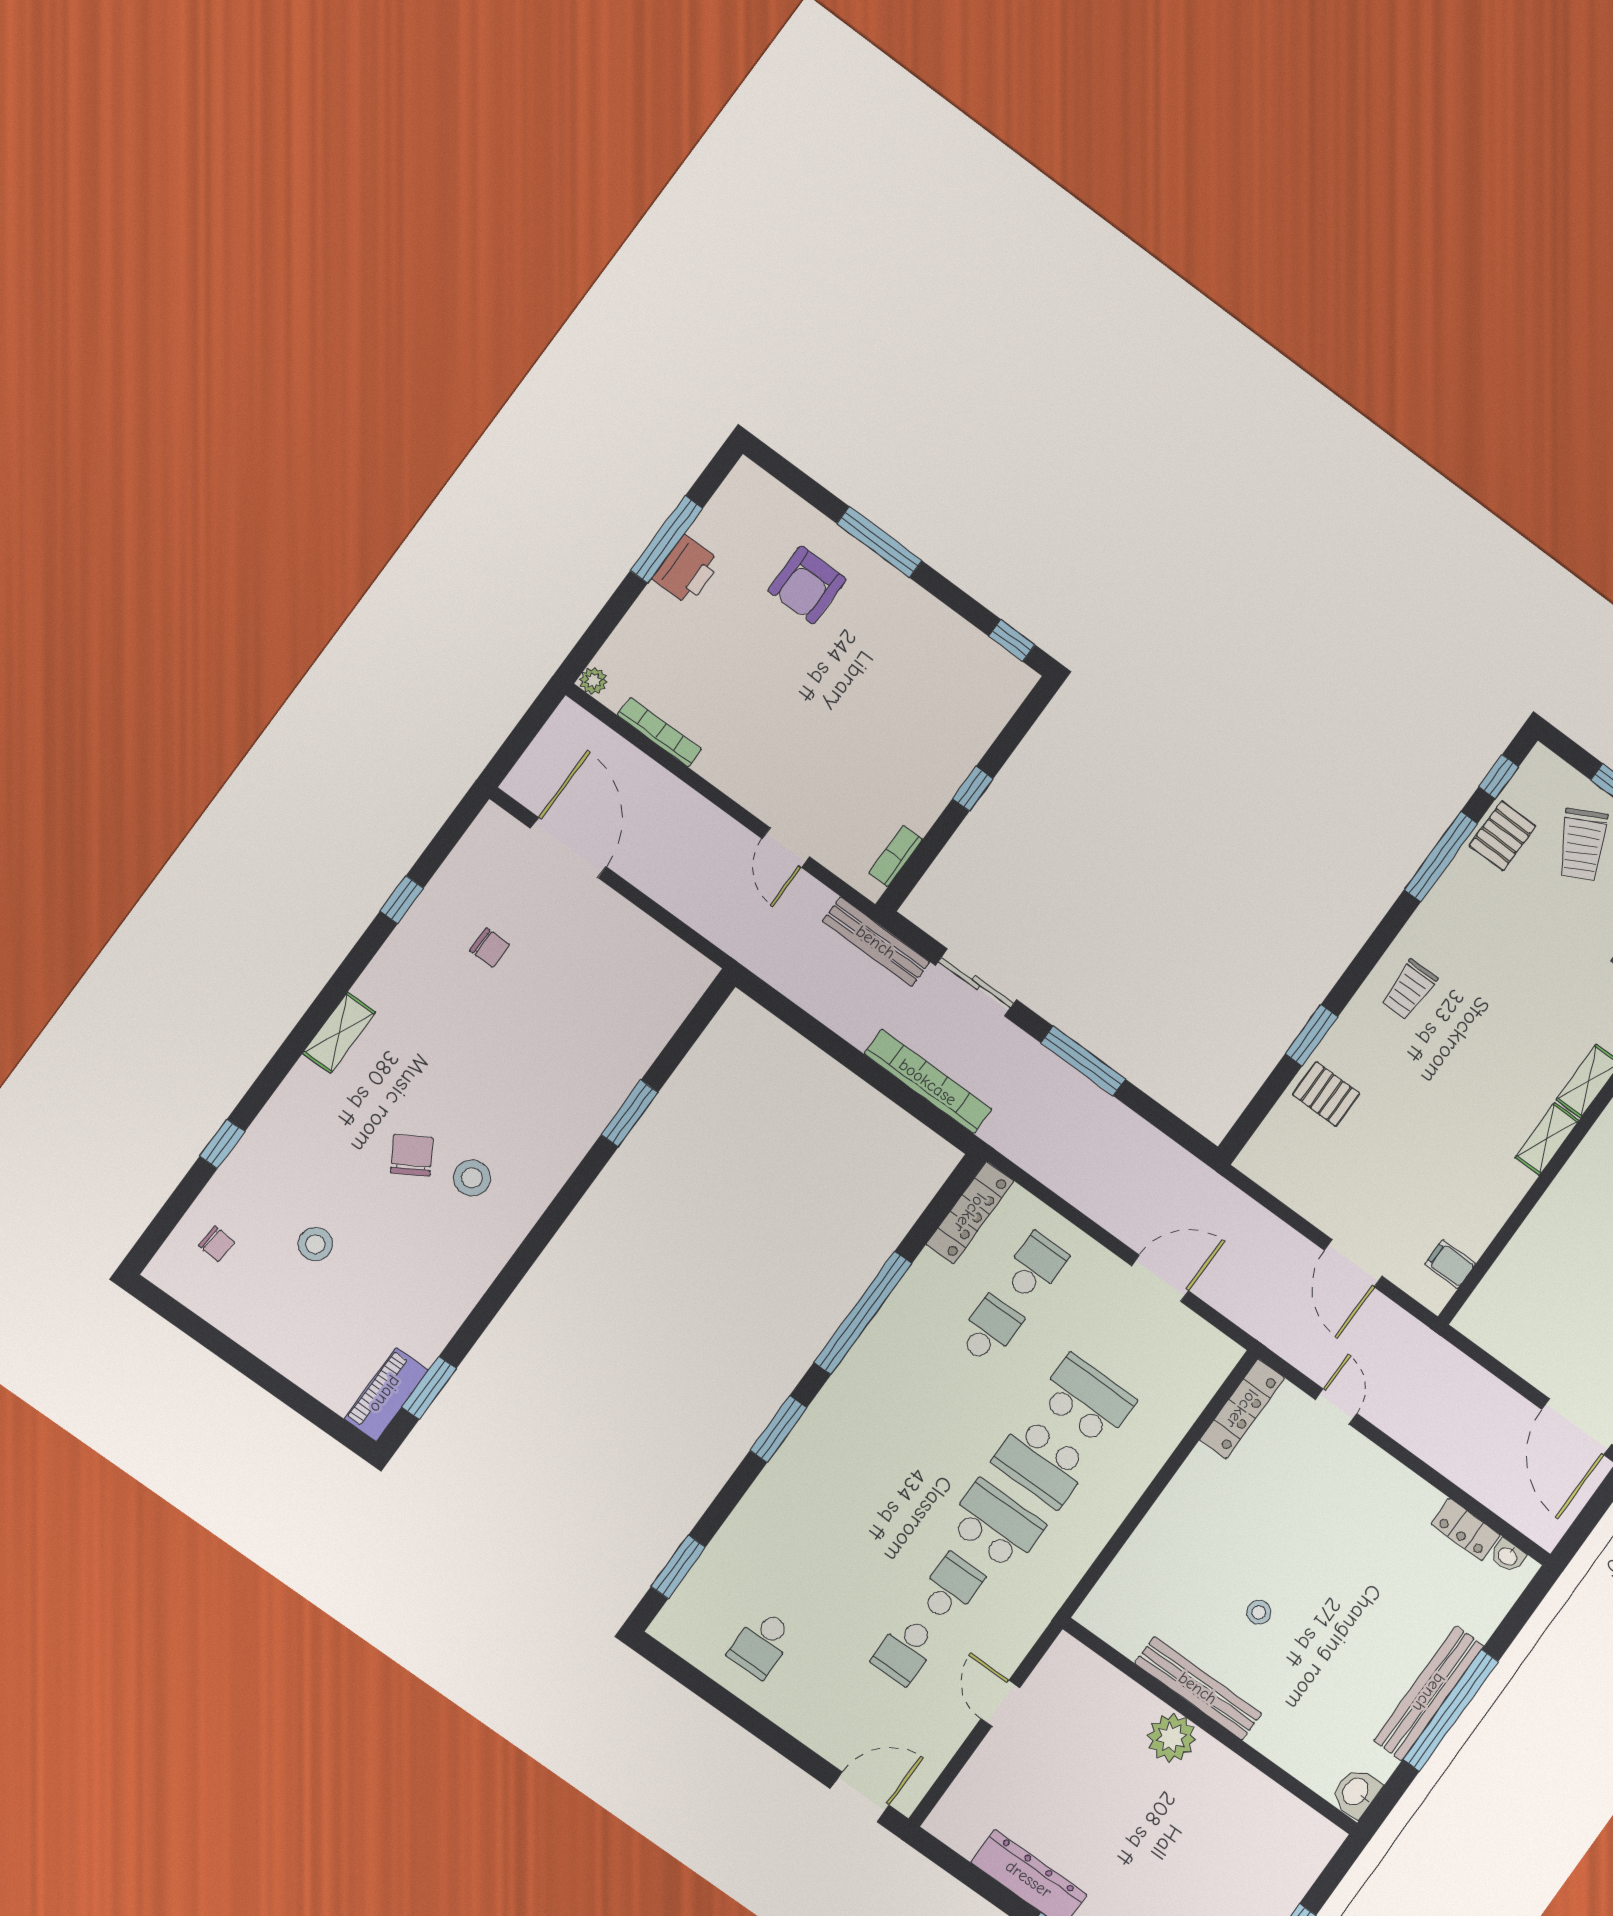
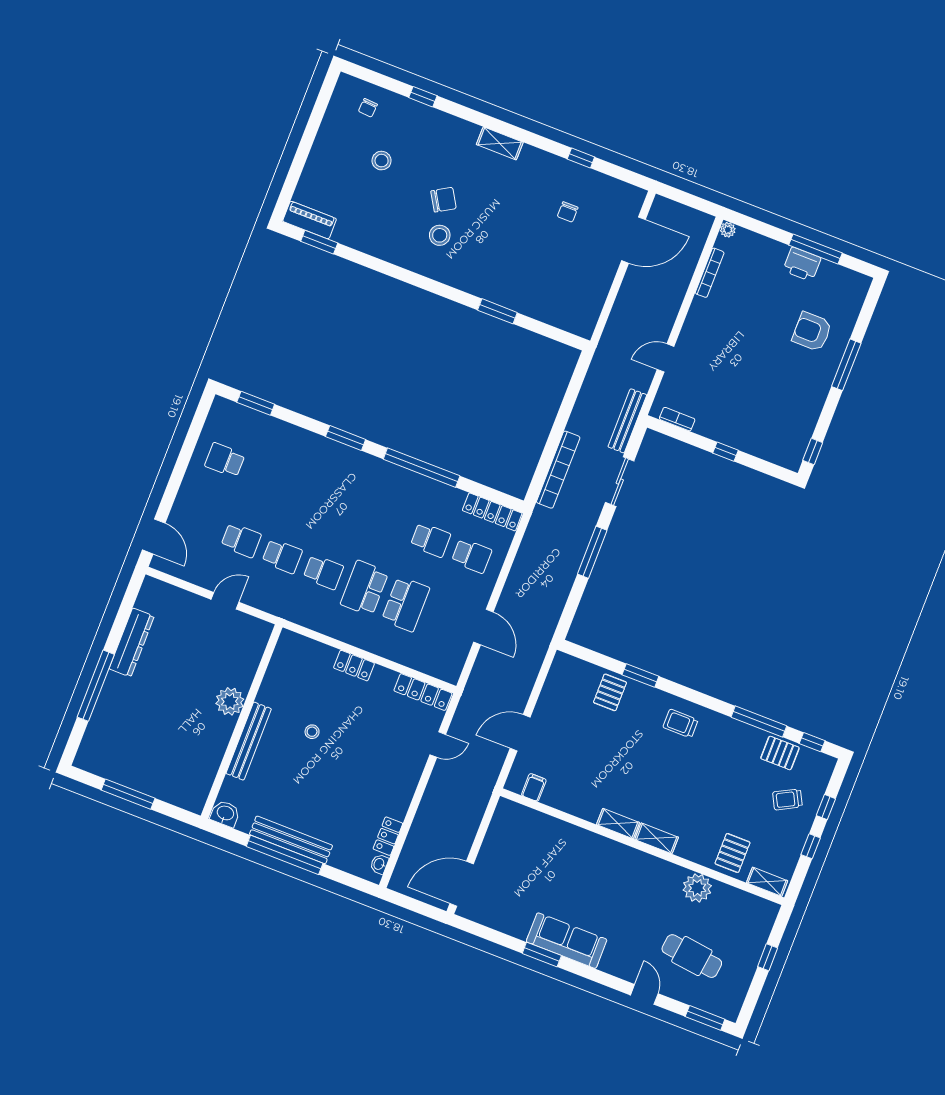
trolley: (1583, 844) -> (787, 799), width x0.73, depth x0.72
locker: (1167, 1513) -> (354, 666), added
school desk: (996, 1525) -> (323, 572), width x0.54
school desk: (905, 1651) -> (241, 540), turned 180
bench: (1198, 1688) -> (249, 741), moved

